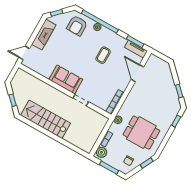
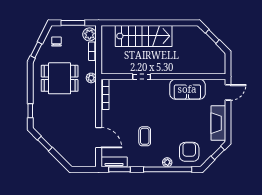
sofa: (66, 79) -> (187, 89), moved
stairs: (46, 119) -> (144, 36), moved

